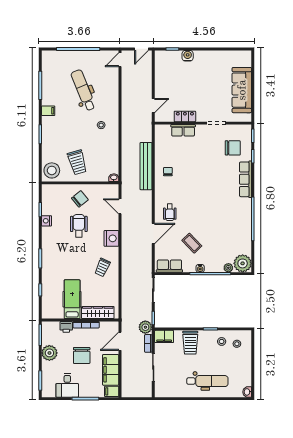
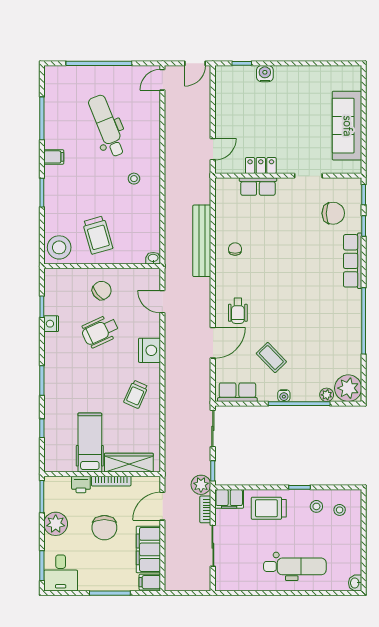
wheelchair: (79, 226) -> (100, 331), turned -115
trolley: (190, 343) -> (269, 508), turned 90
desk: (67, 385) -> (61, 573), moved

